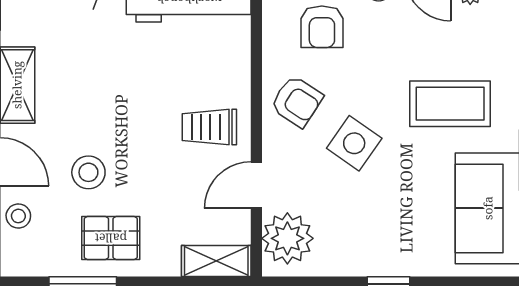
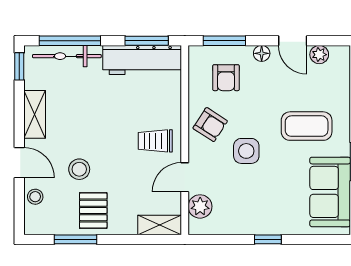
side table: (354, 143) -> (246, 151), turned -35
pallet: (111, 238) -> (93, 210), turned 90
plant: (287, 238) -> (200, 206), width x0.73, depth x0.73

